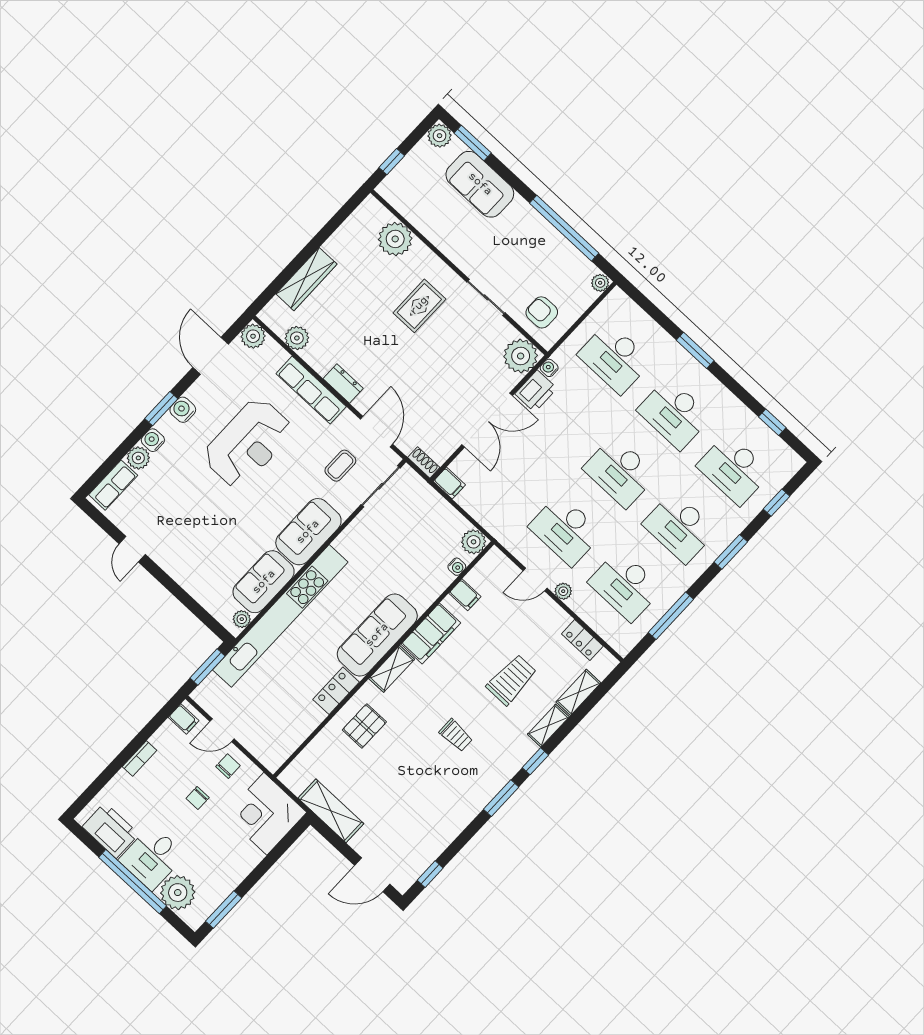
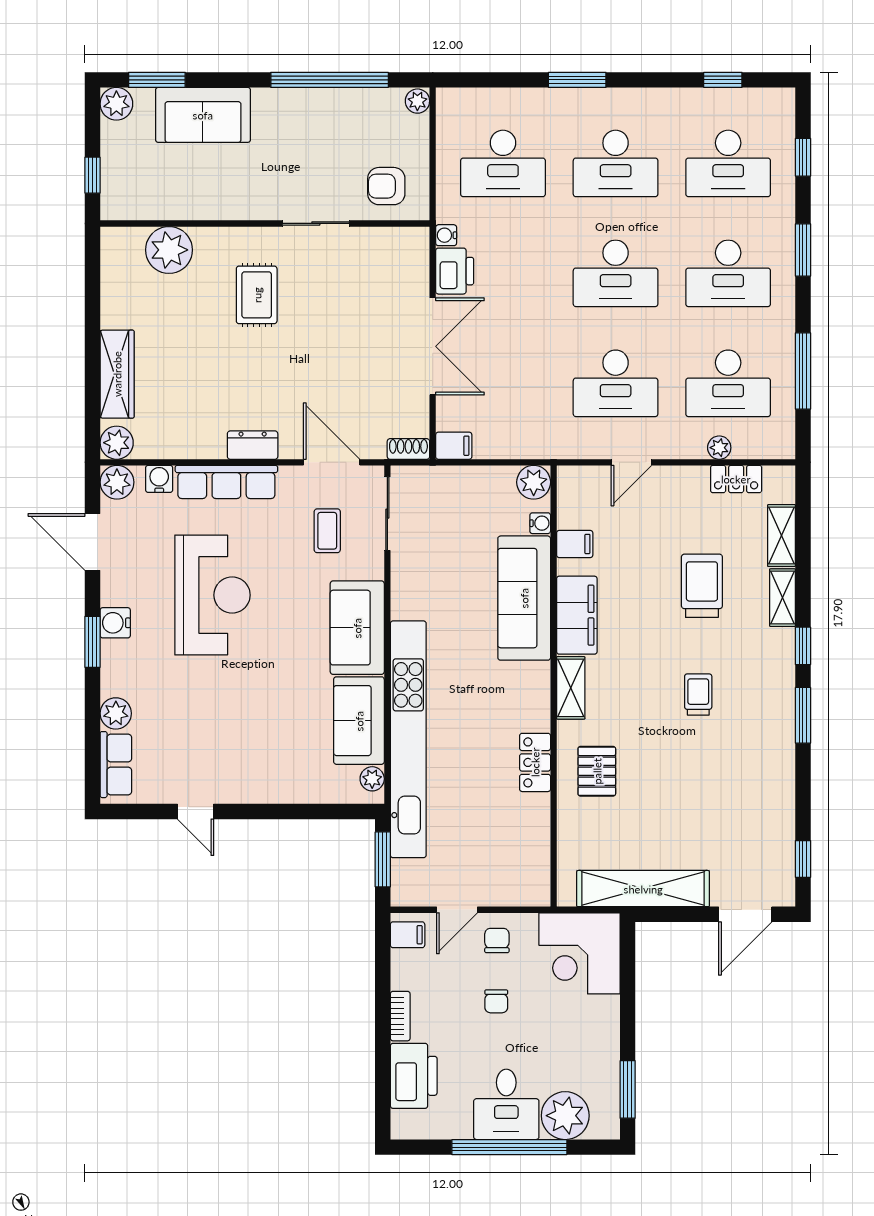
plant: (297, 338) -> (117, 443), moved
plant: (521, 356) -> (406, 250), removed
water cooler: (153, 440) -> (159, 479), moved, turned 90
plant: (563, 591) -> (719, 448), moved
sofa: (377, 635) -> (524, 598), moved
trolley: (456, 735) -> (698, 694), turned -90
shelving: (331, 811) -> (643, 889), width x1.47
printer: (110, 830) -> (414, 1076), moved, turned 90

